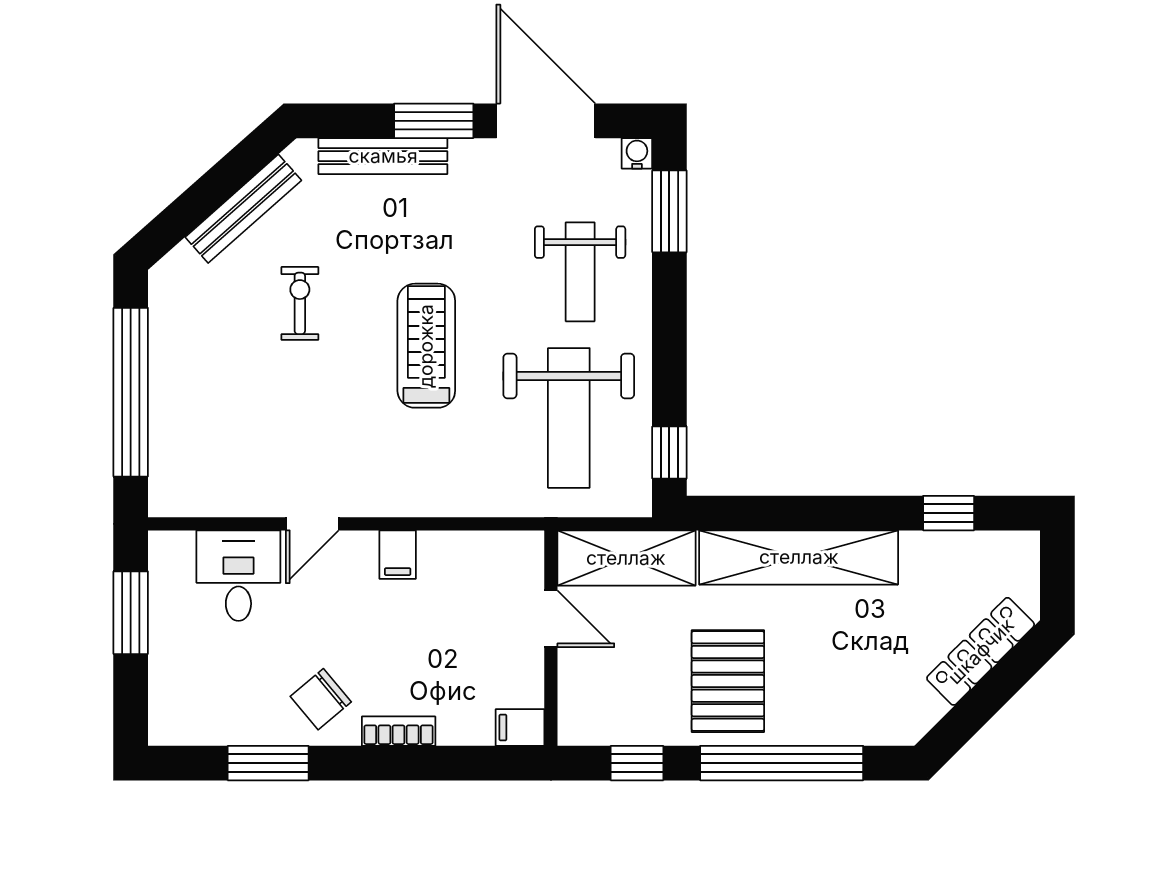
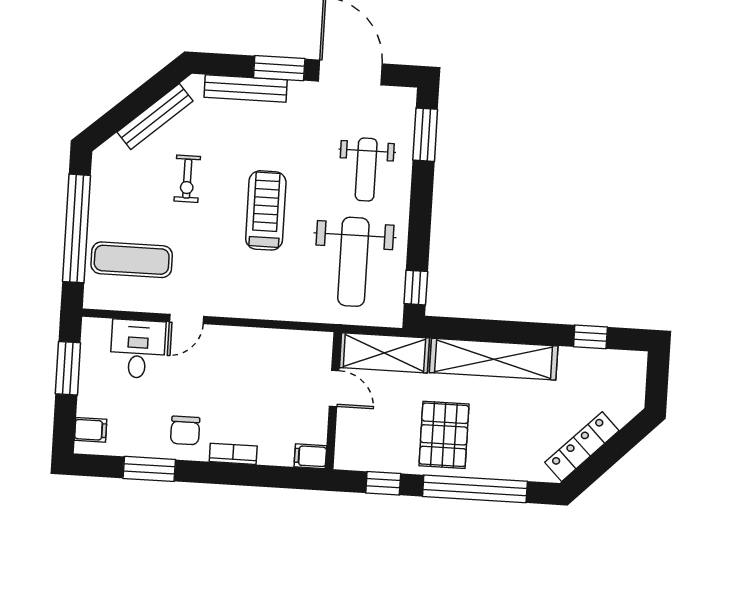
water cooler: (637, 153) -> (407, 97), removed
exercise bike: (300, 303) -> (187, 179), turned 180
exercise mat: (220, 436) -> (132, 260), added
filing cabinet: (398, 555) -> (91, 430), moved, turned -90
locker: (981, 651) -> (582, 447), moved
chair: (321, 699) -> (185, 430), turned -50

